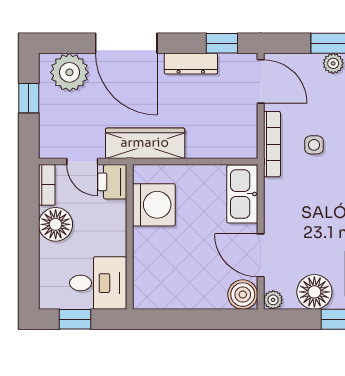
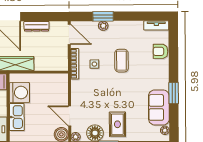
window: (222, 43) -> (51, 17), removed
kitchen sink: (242, 194) -> (17, 117), moved, turned 180

